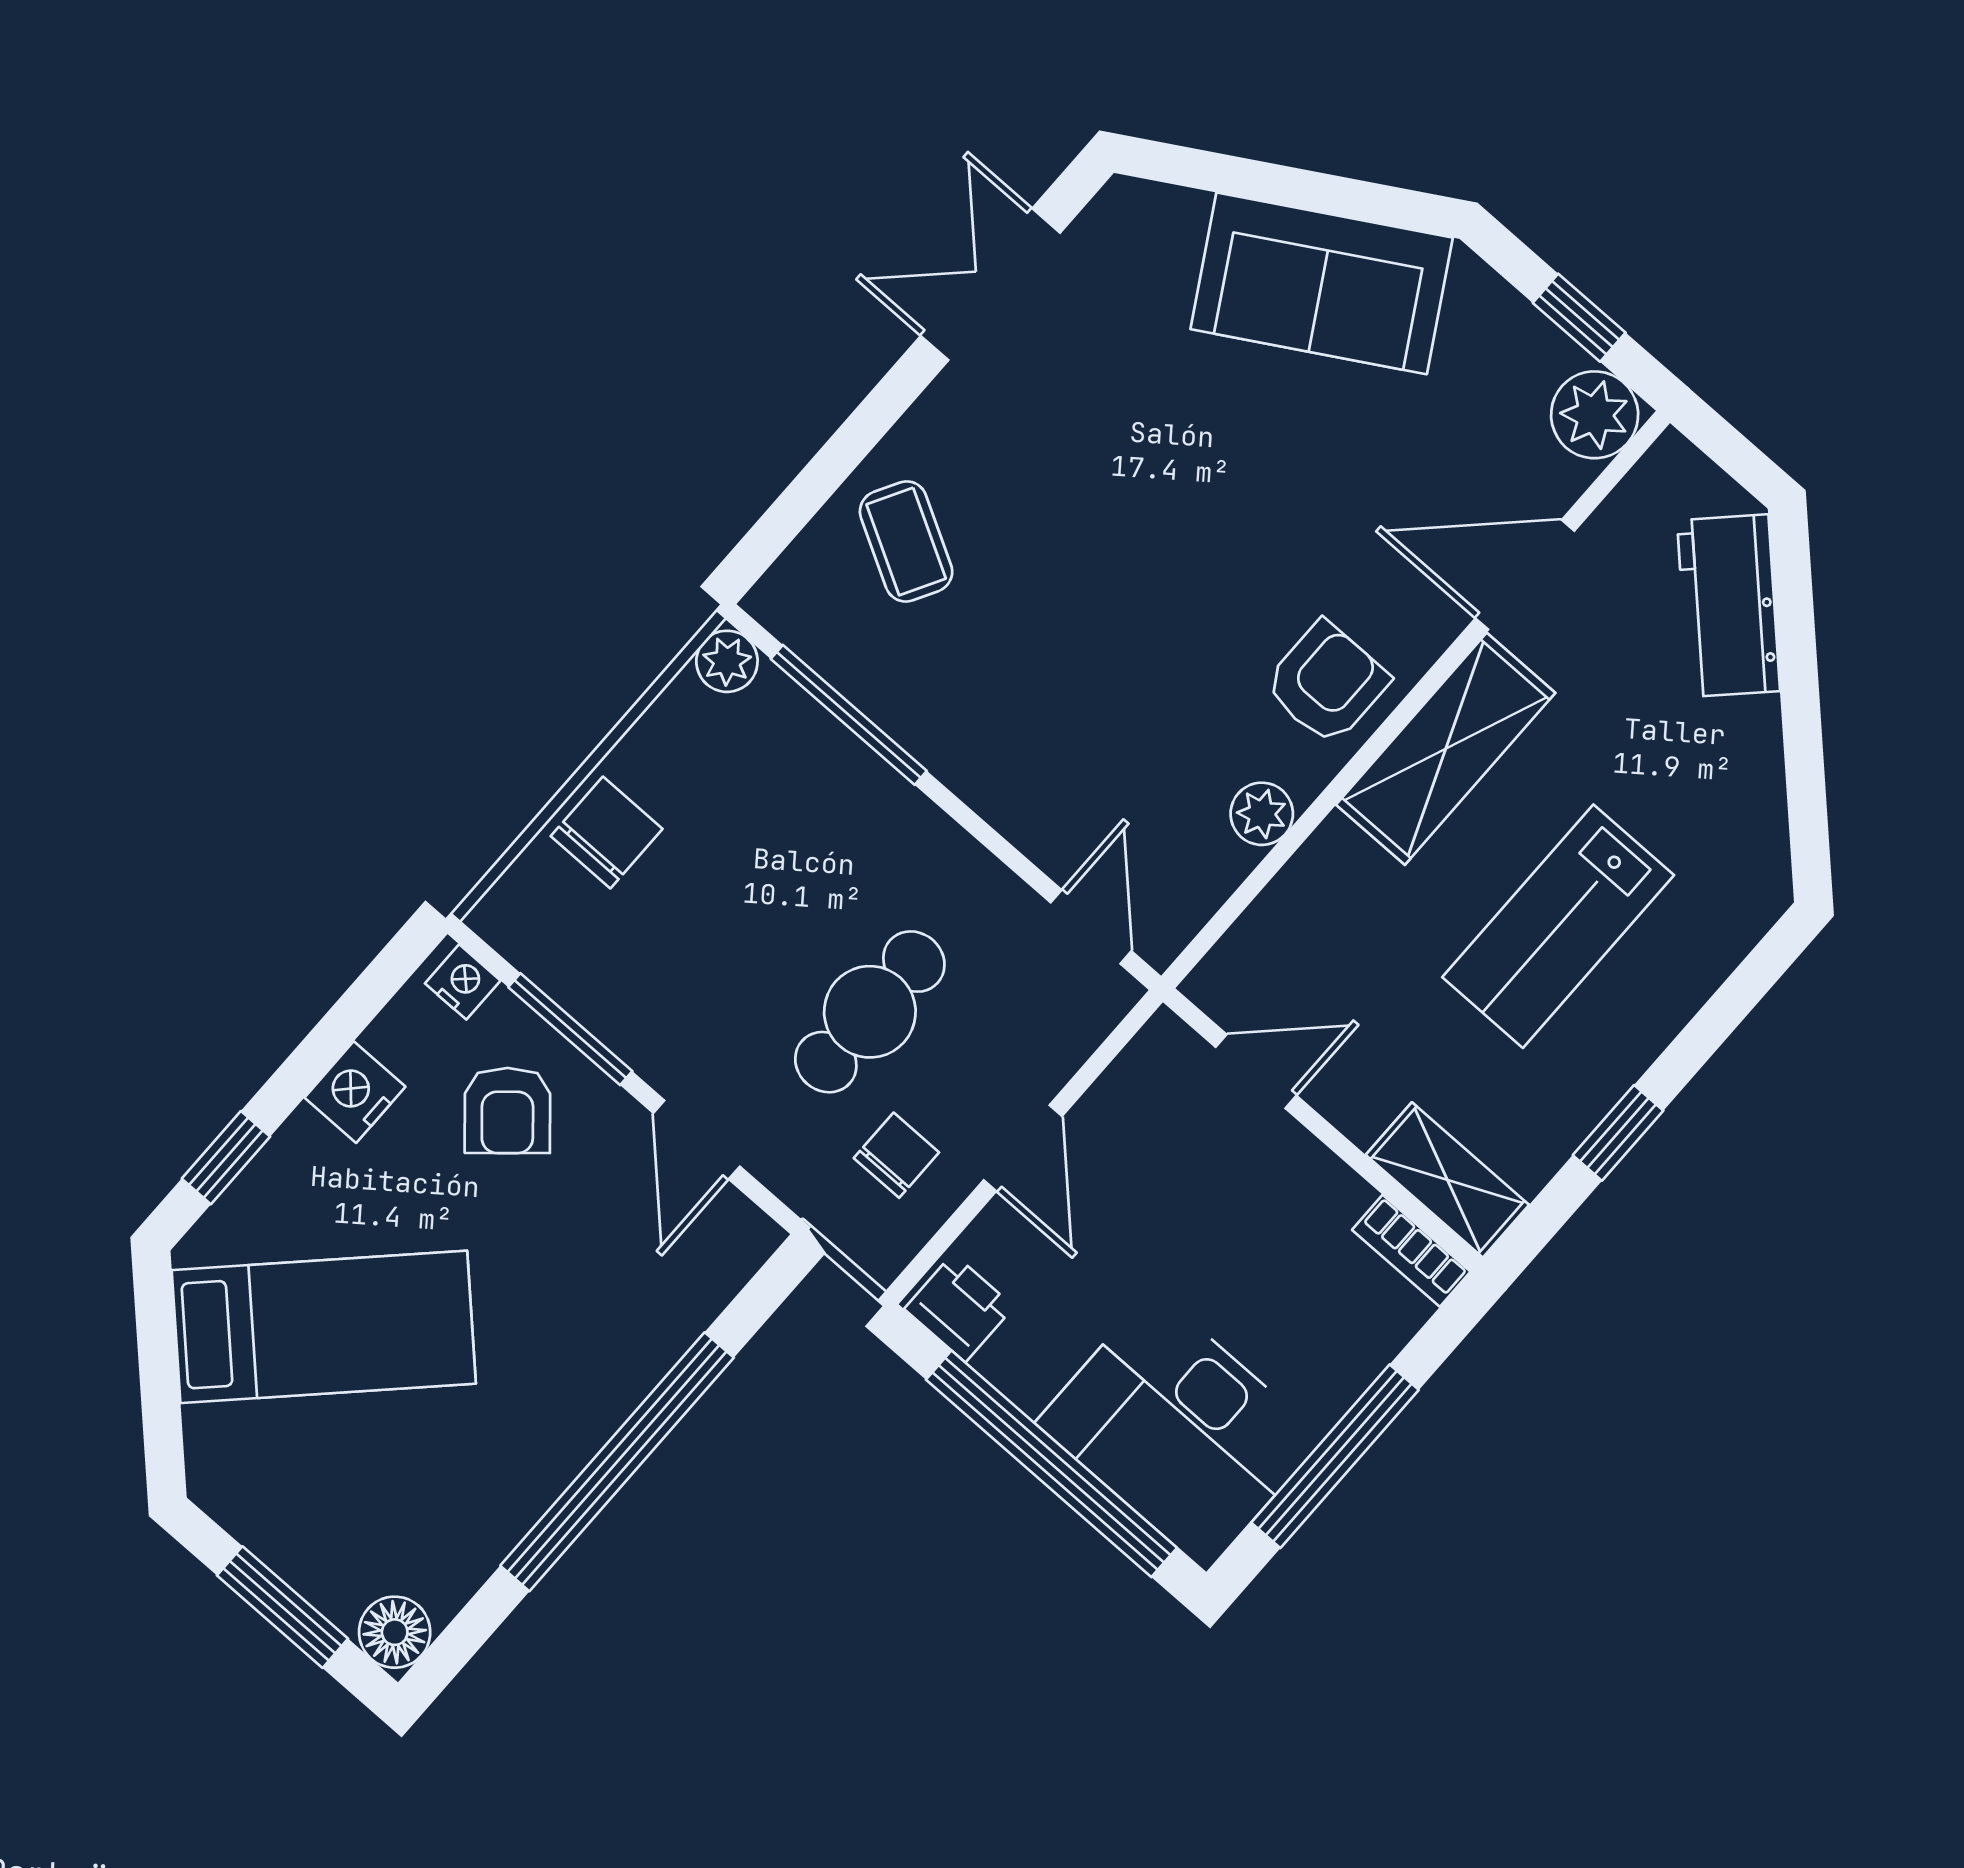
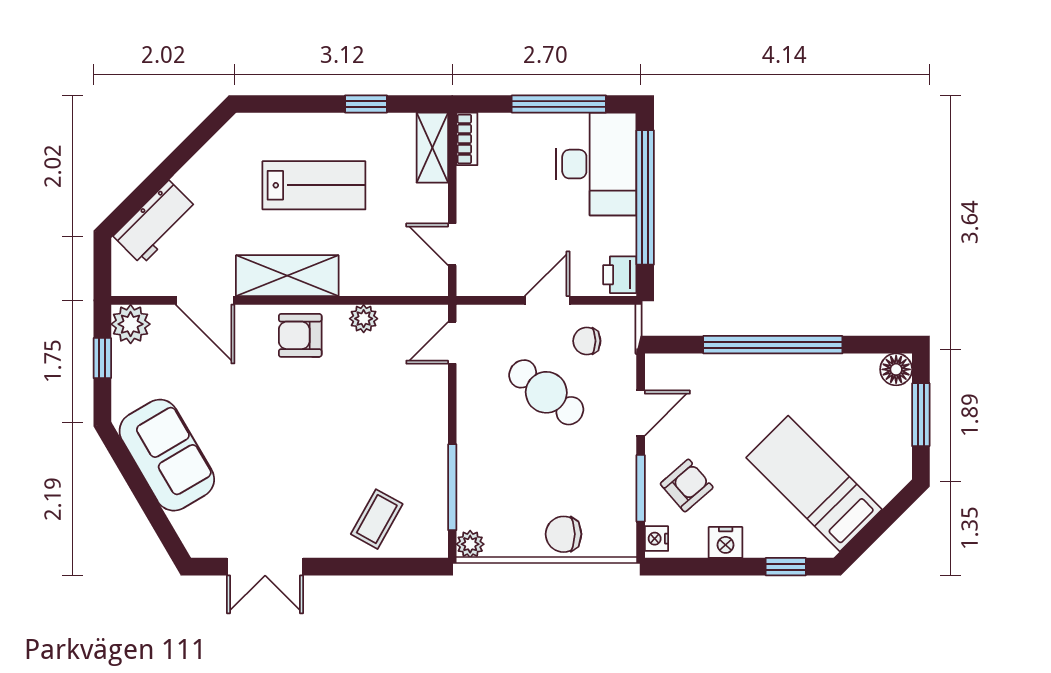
cafe table: (870, 1012) -> (546, 392), turned 38

